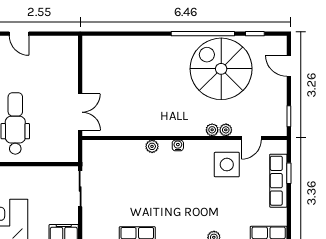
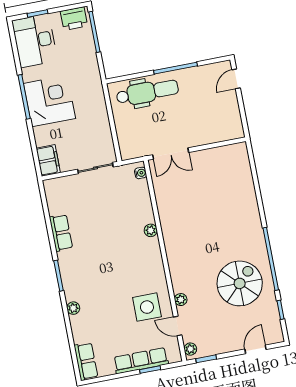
spiral stairs: (221, 69) -> (240, 283), width x0.73, depth x0.73
plant: (212, 130) -> (190, 349), moved
water cooler: (178, 145) -> (141, 173), moved

